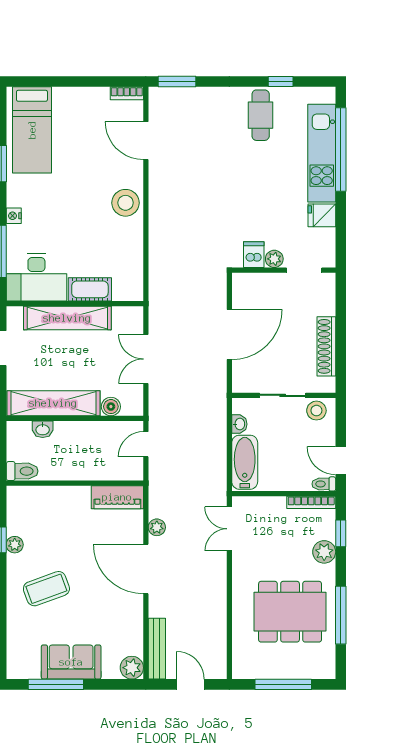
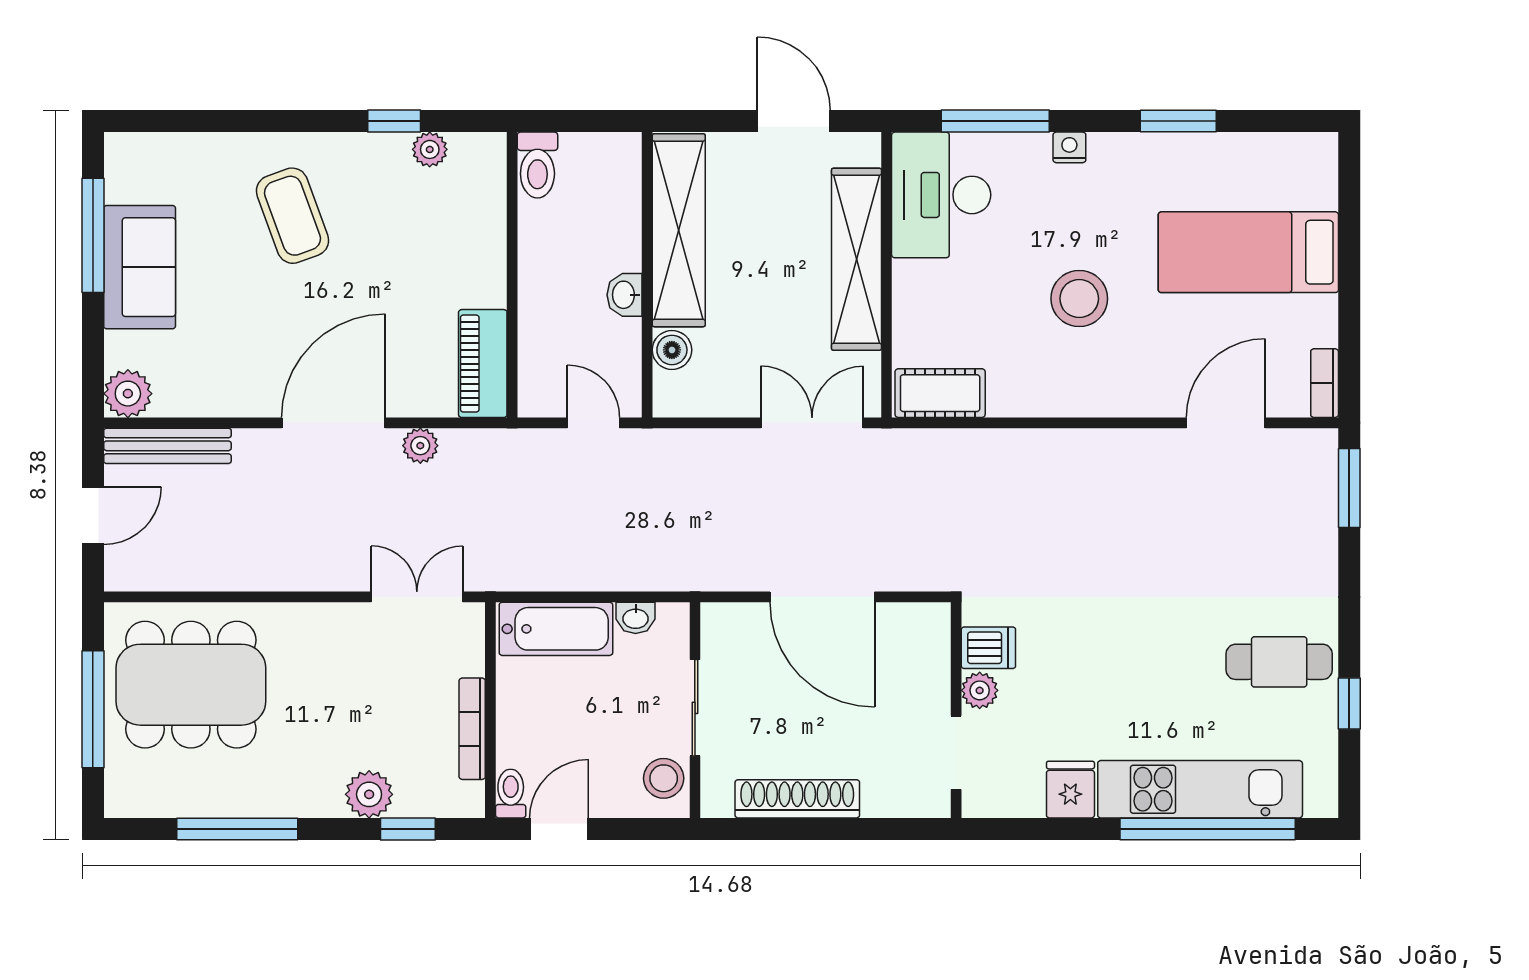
bed: (32, 130) -> (1248, 252), moved
stool: (126, 203) -> (1079, 299), moved
cot: (90, 289) -> (940, 393), moved, turned 90
double door: (146, 359) -> (812, 423), moved
washbasin: (43, 429) -> (624, 295), moved
bookcase: (311, 502) -> (472, 729), moved
plant: (15, 545) -> (430, 149), moved
dining table: (290, 612) -> (191, 685), moved, turned 90

